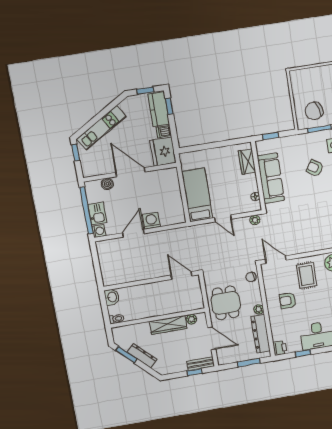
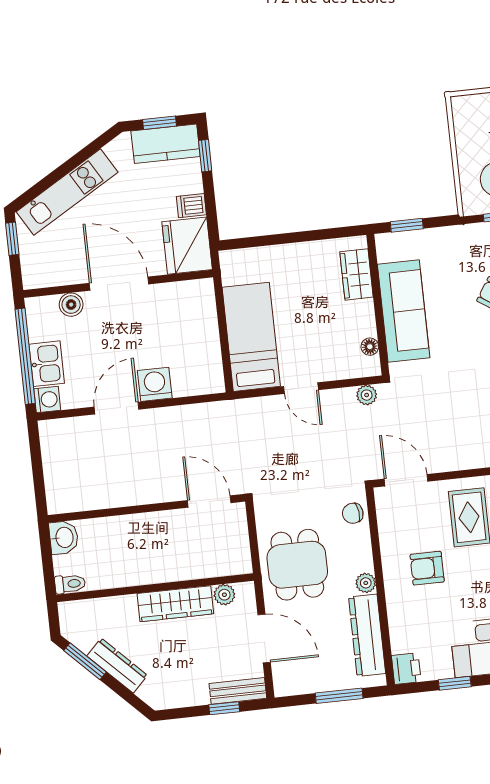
kitchen counter: (159, 109) -> (166, 144), moved, turned -90

